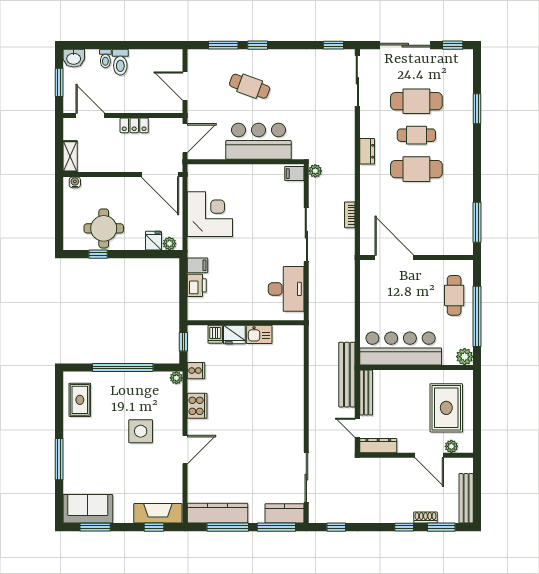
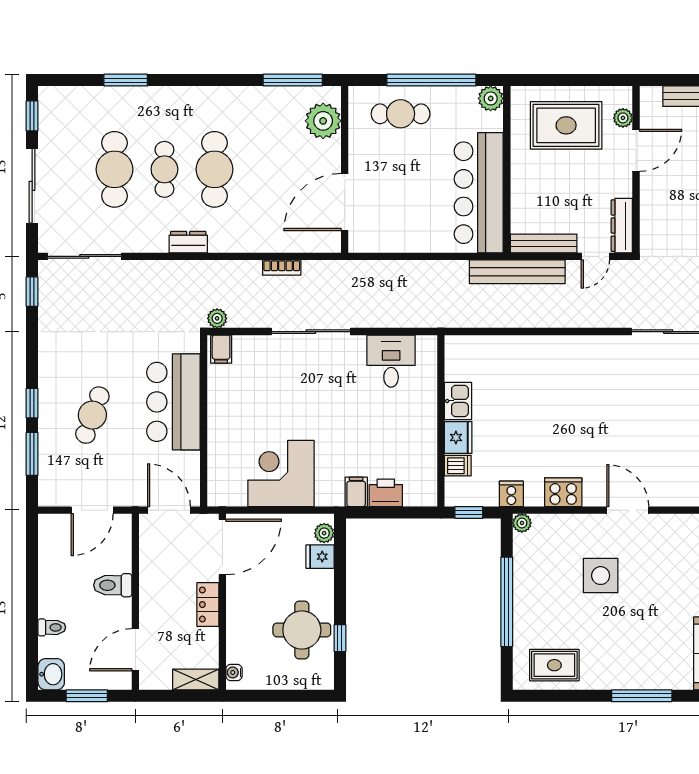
toilet: (120, 62) -> (113, 585), moved, turned 180
locker: (134, 125) -> (208, 605), moved, turned 180
plant: (449, 243) -> (323, 121), added
desk: (286, 289) -> (391, 361), width x0.73

